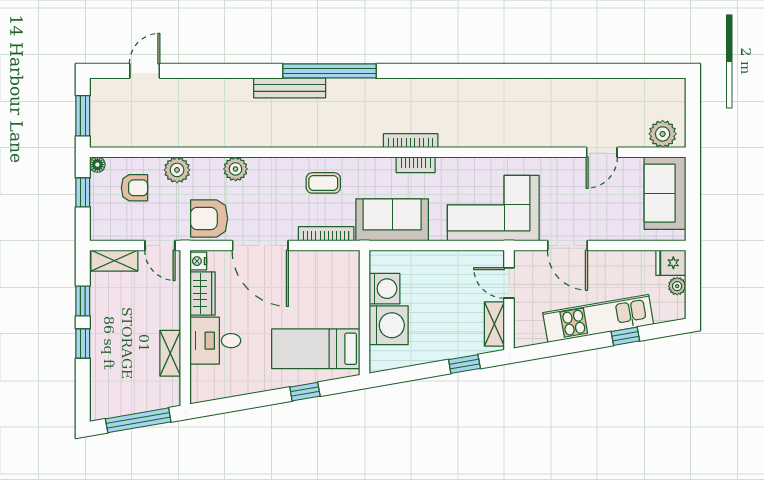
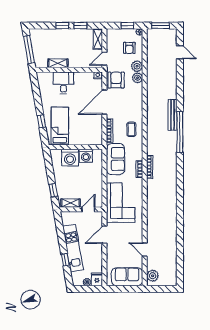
plant: (236, 169) -> (137, 78), moved
wardrobe: (202, 293) -> (84, 77), removed

